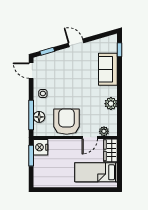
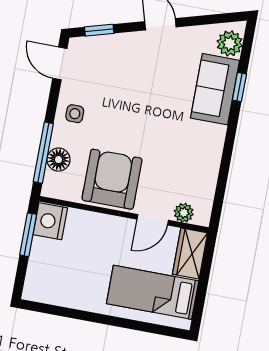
window: (119, 50) -> (239, 87), moved
plant: (111, 104) -> (230, 43), moved

